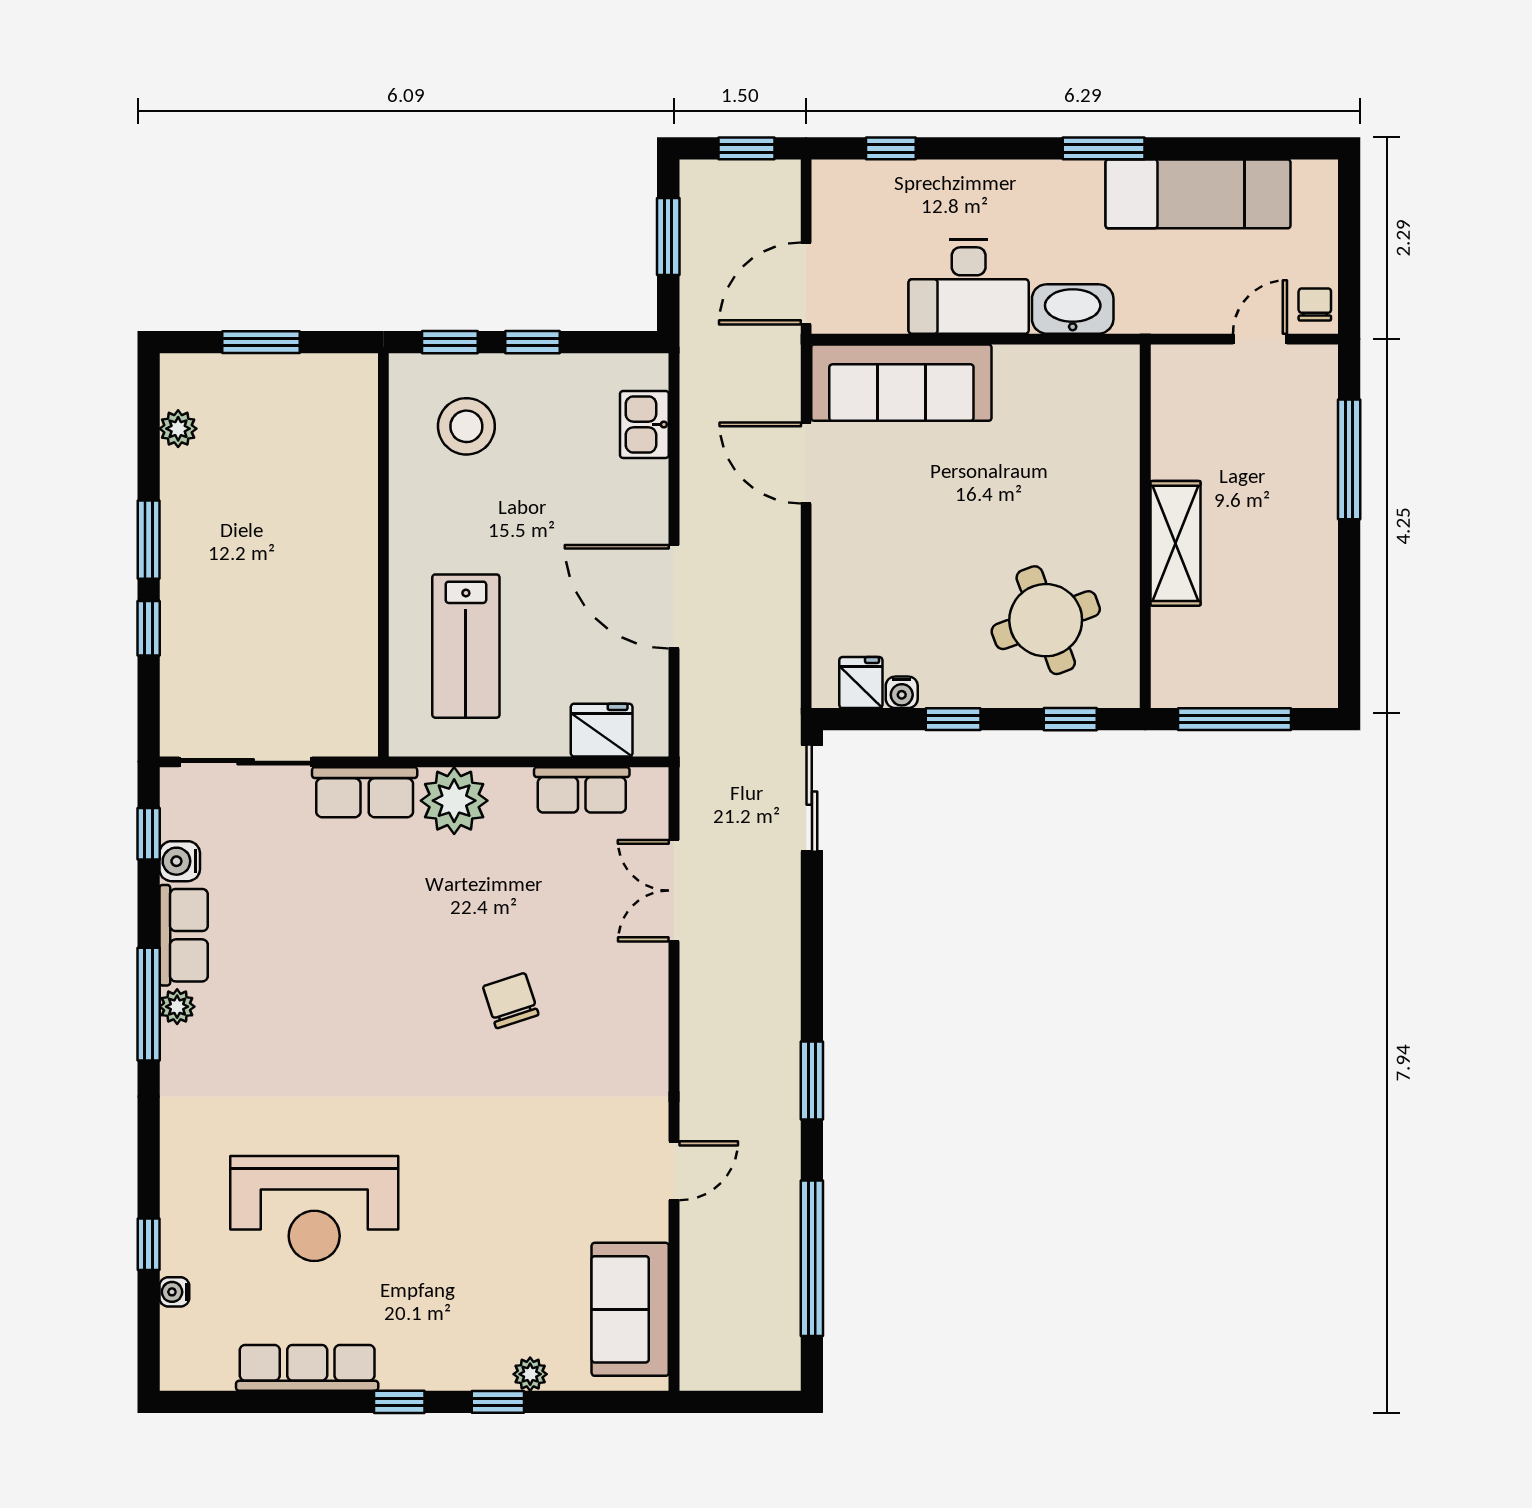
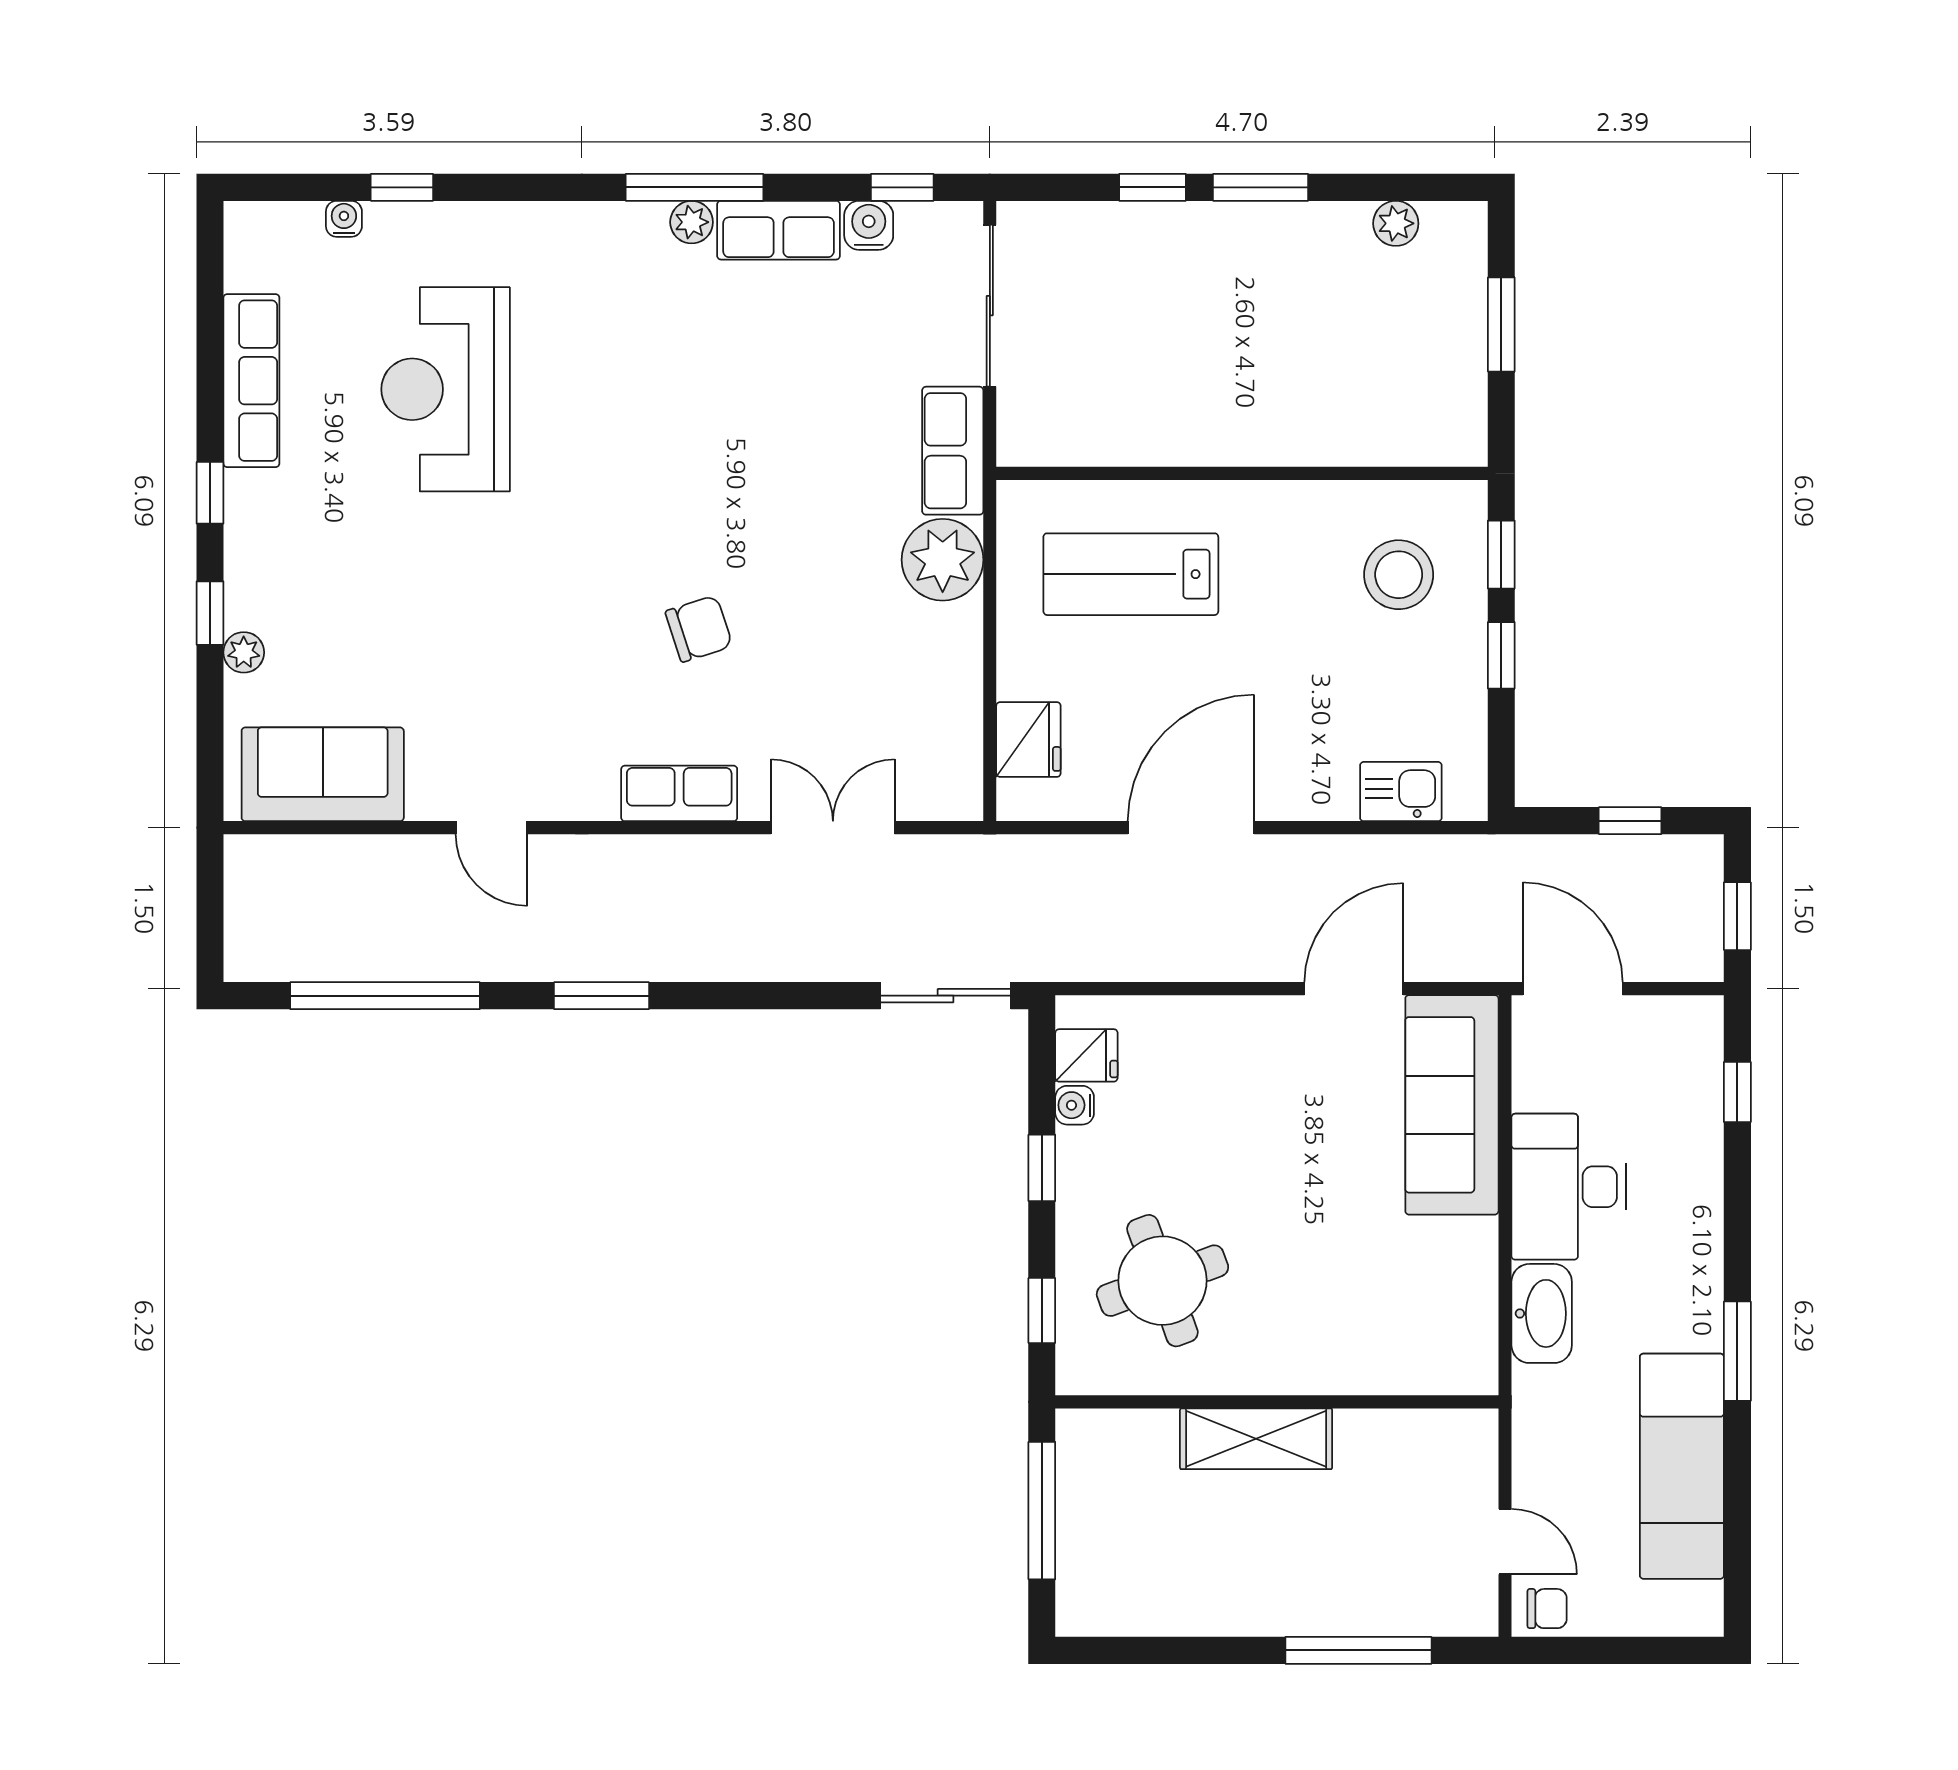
window: (668, 236) -> (1630, 821), width x0.67
row of seats: (582, 790) -> (679, 793), moved, turned 90

